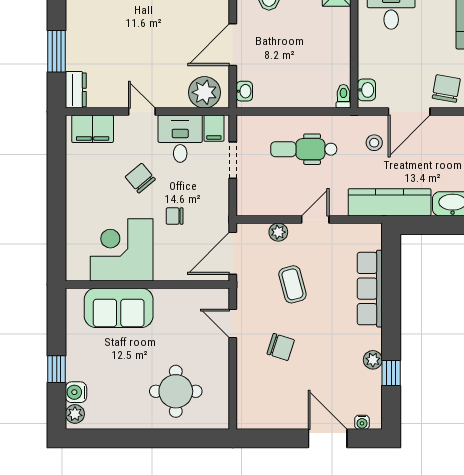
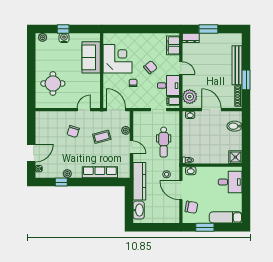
door: (142, 112) -> (181, 68), hinge flipped
dental chair: (304, 149) -> (164, 142), turned 180
water cooler: (76, 392) -> (64, 38), moved

